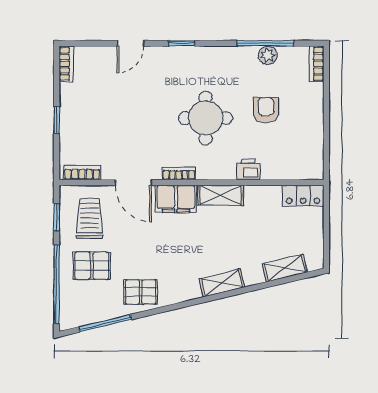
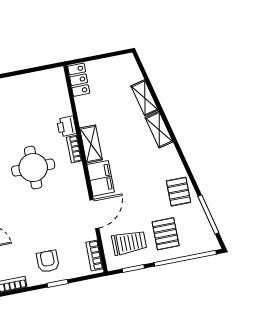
armchair: (266, 110) -> (48, 261), moved, turned 90
bookcase: (179, 173) -> (74, 149), moved
trolley: (89, 218) -> (129, 243), turned 180
shelving: (285, 268) -> (145, 98), moved

